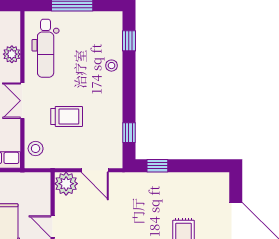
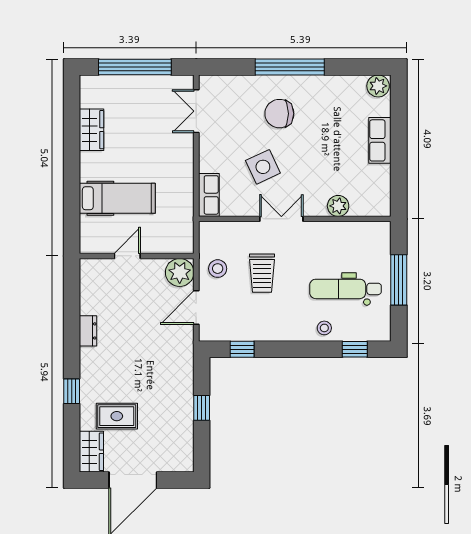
dental chair: (46, 48) -> (346, 289), moved
stool: (36, 149) -> (218, 269), moved
window: (157, 166) -> (202, 408), moved

